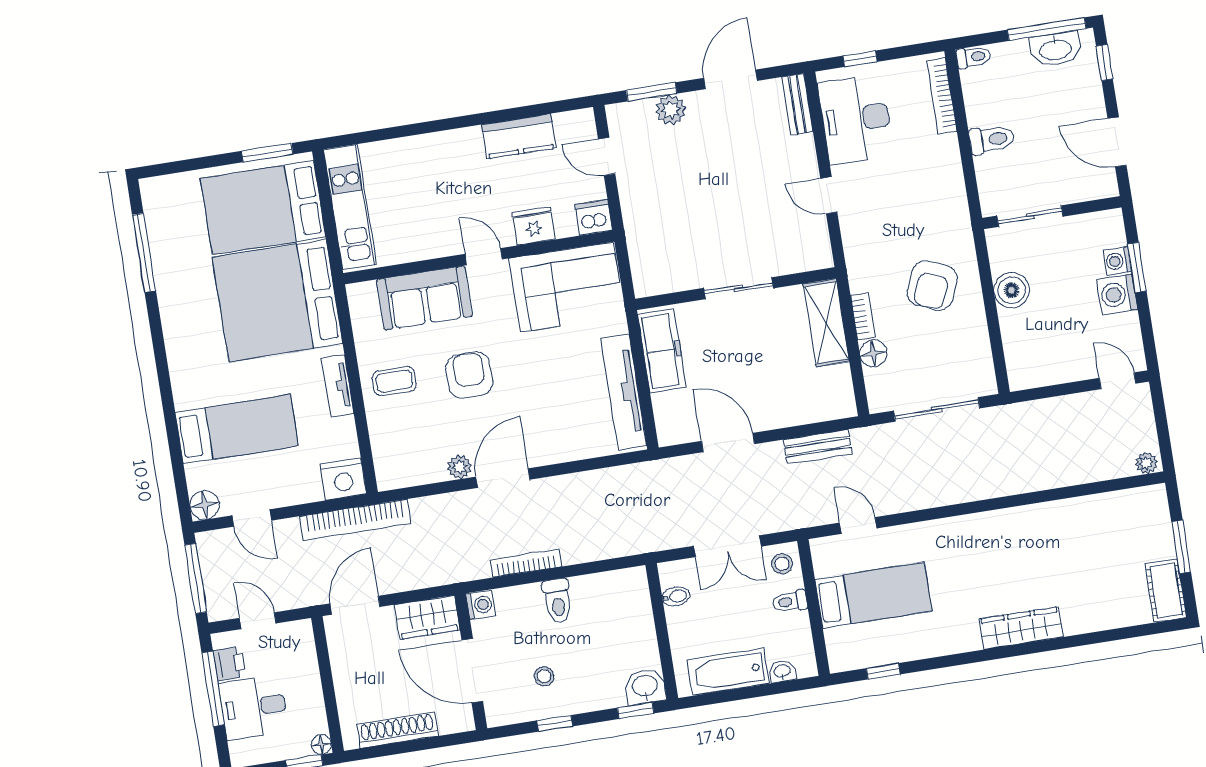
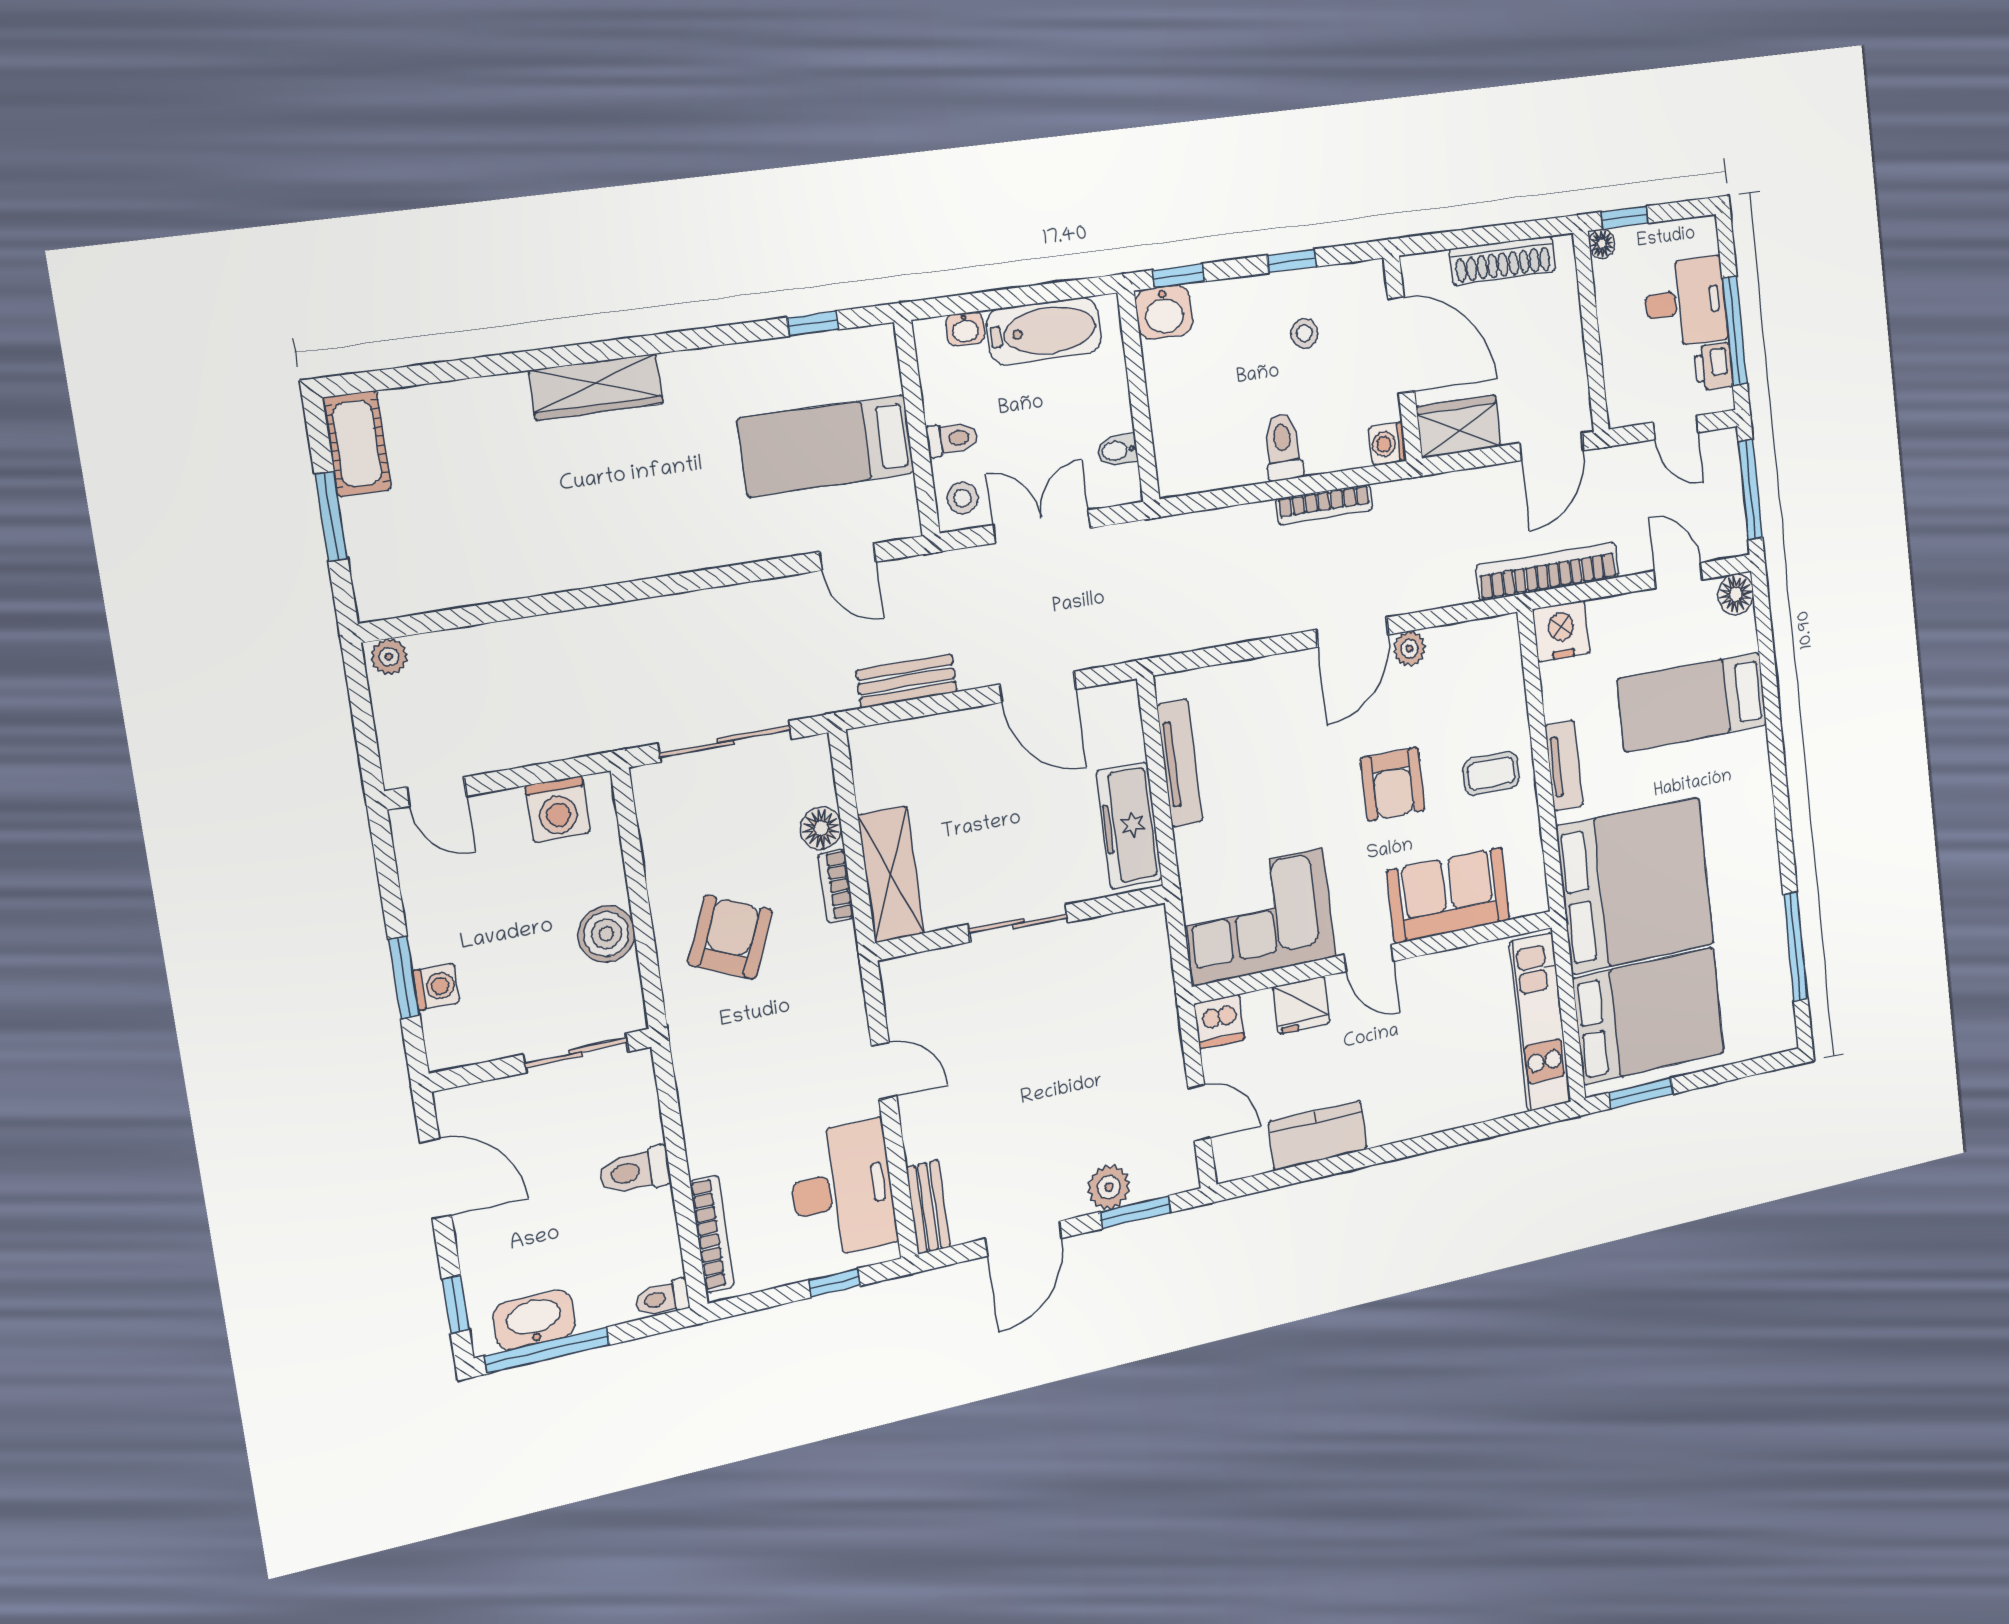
washing machine: (1117, 294) -> (558, 809), moved, turned 90
tv unit: (624, 392) -> (1180, 763), width x0.73, depth x0.78

